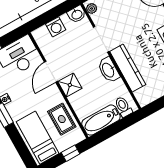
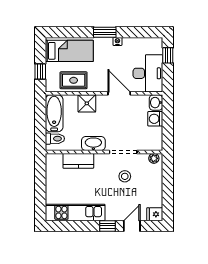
washbasin: (77, 14) -> (156, 103), moved
stool: (122, 26) -> (125, 176), added
kitchen counter: (128, 68) -> (78, 161), width x0.67
shower: (70, 85) -> (87, 103), moved

